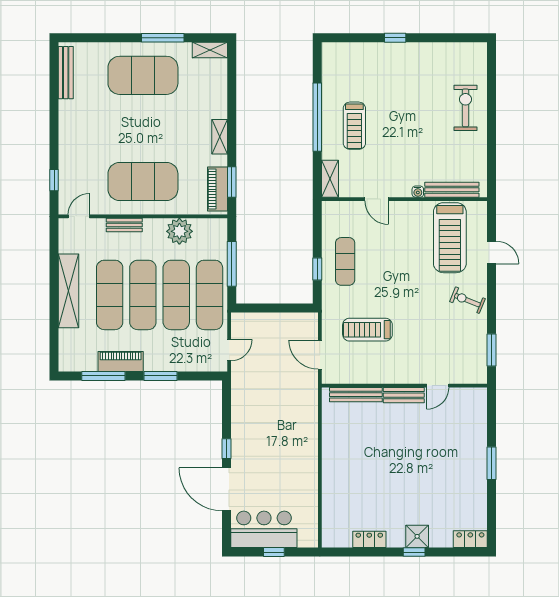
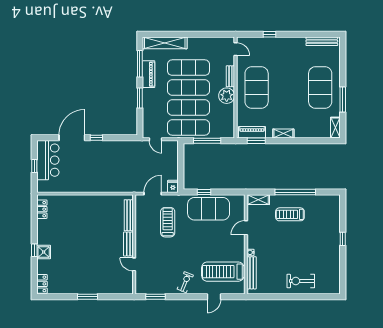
exercise bike: (465, 108) -> (301, 281), turned 180
window: (54, 180) -> (270, 34), moved
plant: (179, 231) -> (227, 96), moved
exercise mat: (345, 261) -> (209, 209), width x2.00, depth x1.45
shelving: (68, 291) -> (165, 43), moved
fridge: (308, 321) -> (173, 186), added
locker: (369, 539) -> (42, 209), moved

